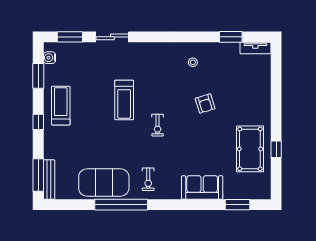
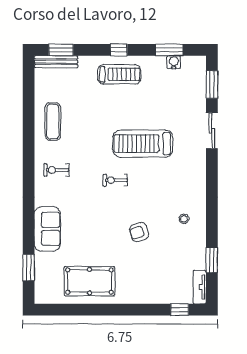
water cooler: (50, 58) -> (174, 62), moved
treadmill: (124, 100) -> (143, 144), width x1.37, depth x1.38
treadmill: (61, 106) -> (119, 74), moved
window: (276, 149) -> (180, 310), moved
window: (38, 175) -> (61, 50), width x0.69
exercise mat: (104, 182) -> (53, 122), width x0.50, depth x0.69
window: (121, 205) -> (29, 140), removed

